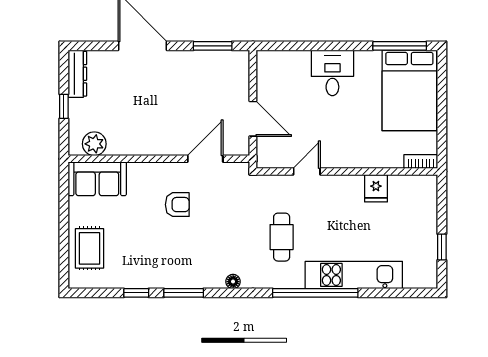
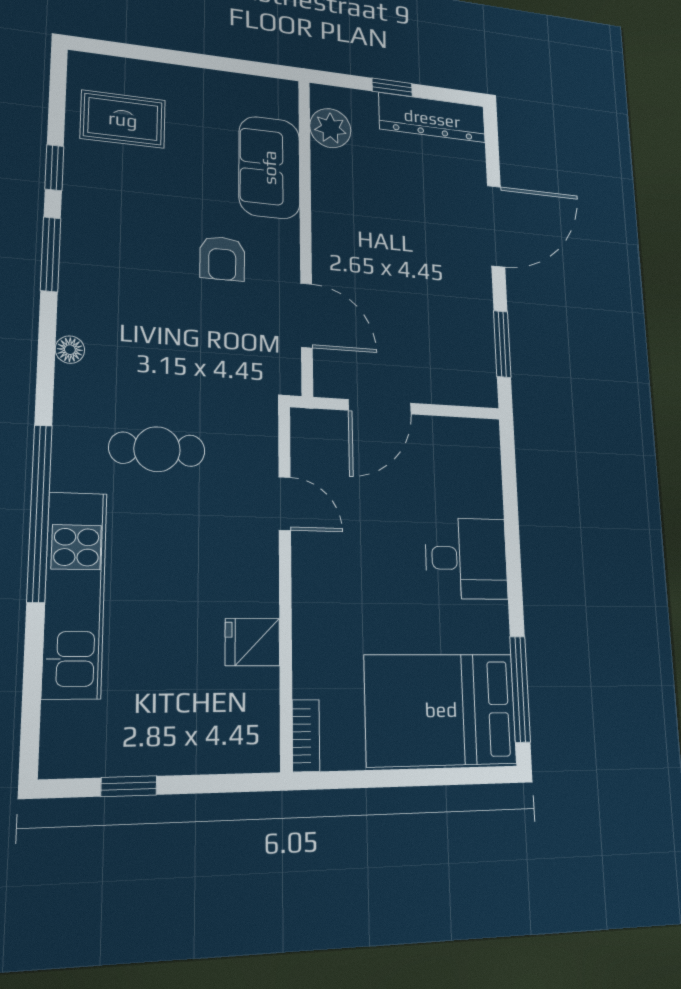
dresser: (77, 74) -> (432, 118), width x1.37, depth x1.24
sofa: (97, 179) -> (269, 167), moved
rug: (90, 248) -> (123, 119), moved

